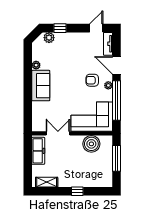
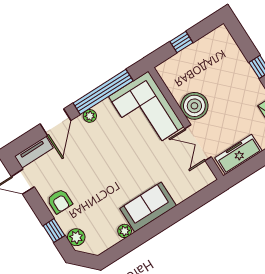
armchair: (92, 80) -> (60, 201), moved
boiler: (91, 144) -> (194, 106), moved
window: (117, 158) -> (181, 42), width x0.46

